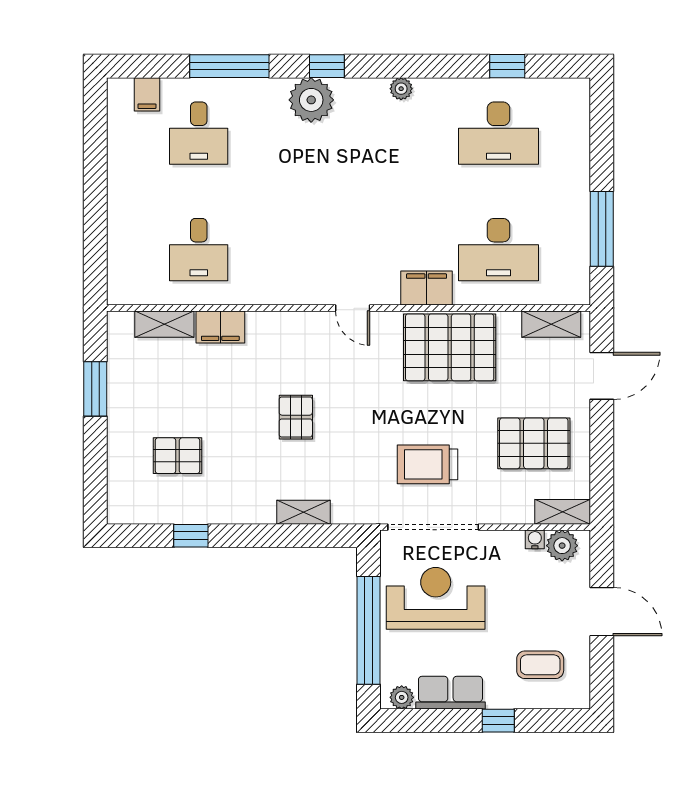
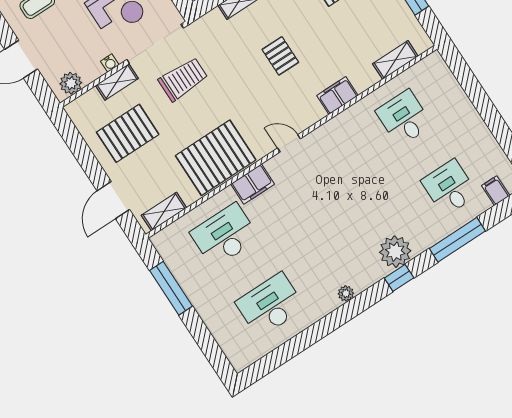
window: (507, 66) -> (291, 348), removed
filing cabinet: (220, 327) -> (337, 95), moved
shelving: (563, 512) -> (117, 82), moved
water cooler: (535, 539) -> (110, 63), moved

